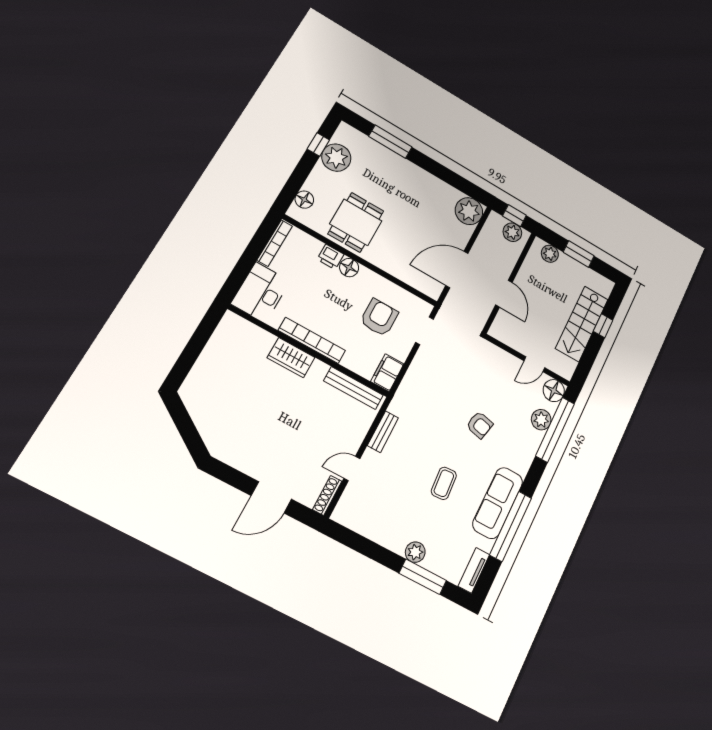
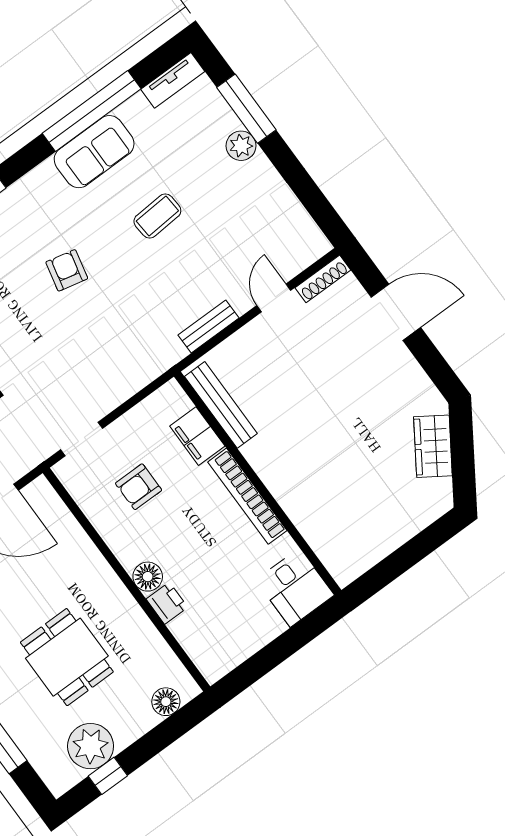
dining table: (356, 222) -> (67, 657), moved, turned 90
bookcase: (275, 243) -> (236, 655), removed
desk: (261, 292) -> (295, 588), width x0.73
armchair: (379, 318) -> (139, 487), width x0.72, depth x0.72
wardrobe: (291, 358) -> (433, 446), moved, turned -147
filing cabinet: (387, 373) -> (197, 436), moved, turned 90
door: (352, 468) -> (274, 298), swing flipped
sofa: (498, 503) -> (94, 152), width x0.73

